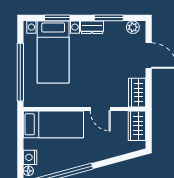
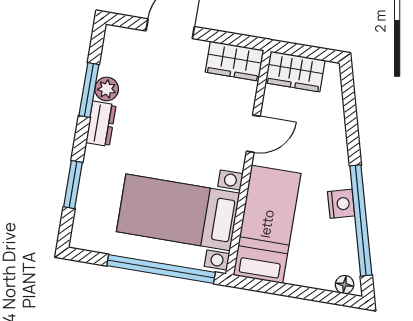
plant: (133, 27) -> (107, 89), moved
bed with nightstands: (53, 52) -> (178, 212), moved, turned 180
nightstand: (30, 157) -> (341, 204), moved, turned -105

